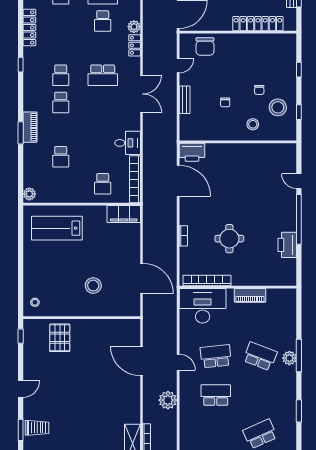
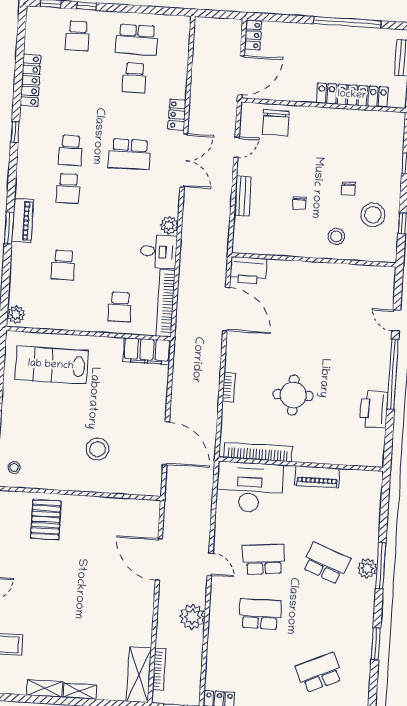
plant: (134, 27) -> (169, 225), moved
double door: (141, 94) -> (184, 160), moved

